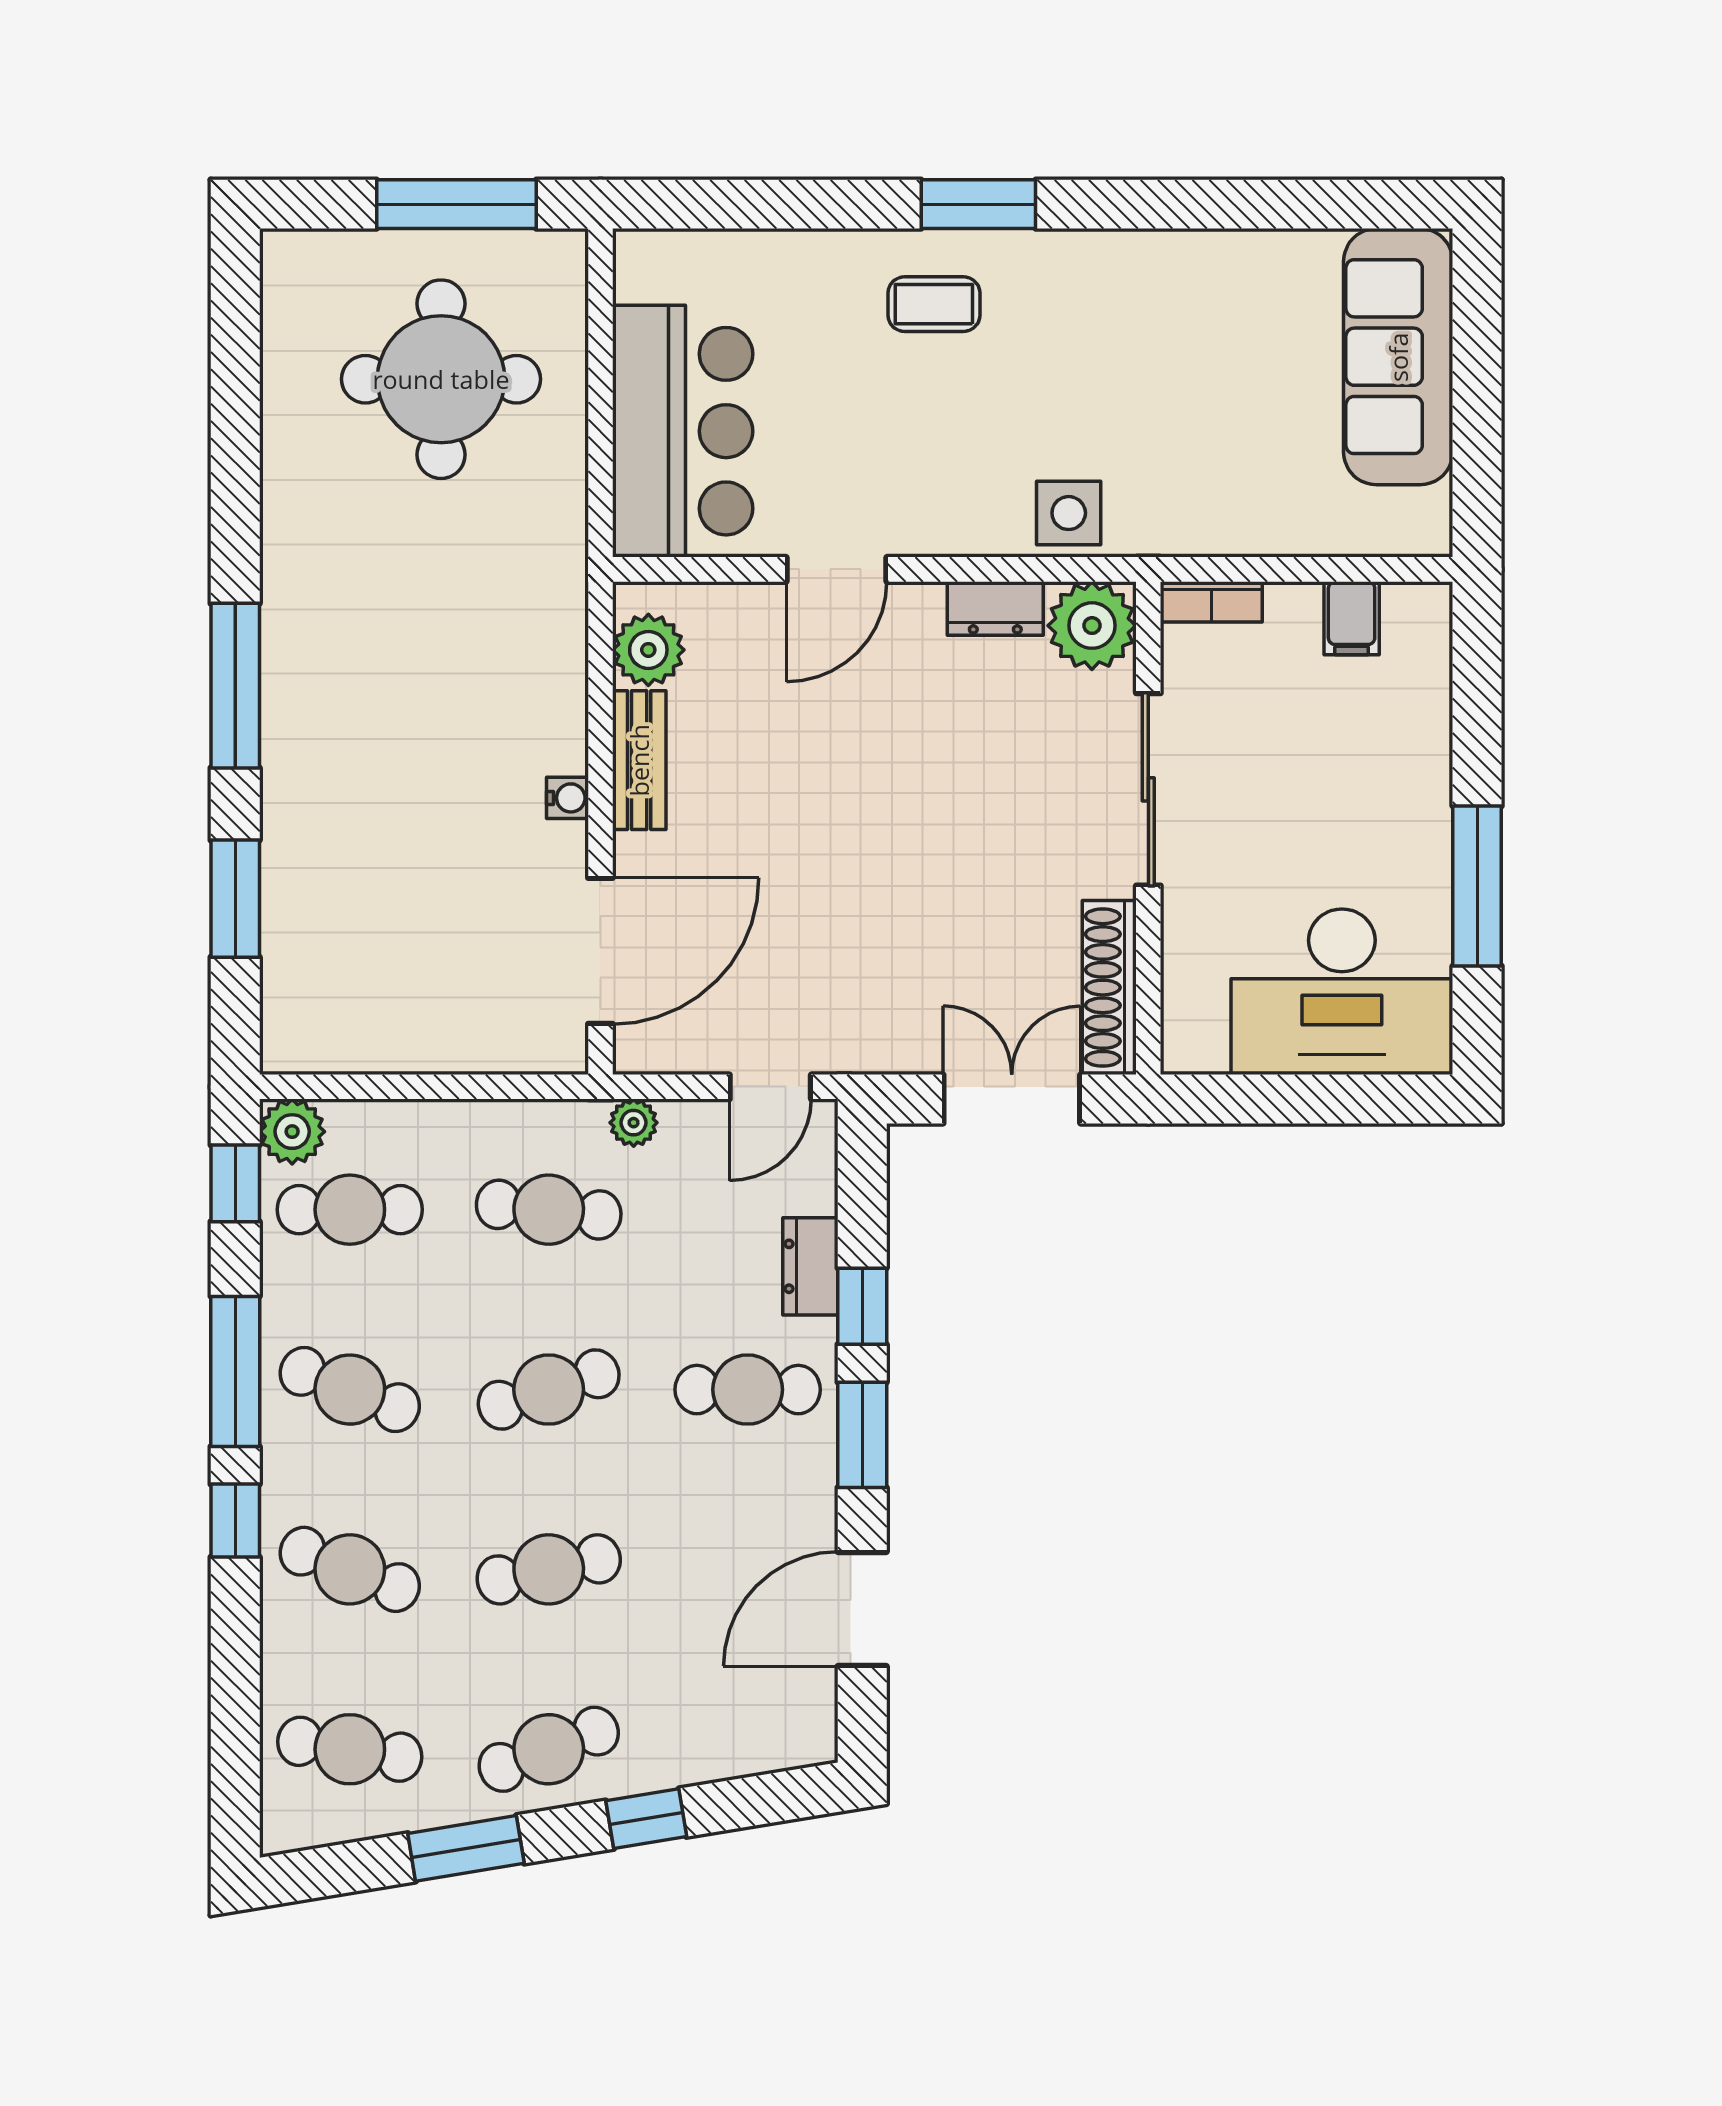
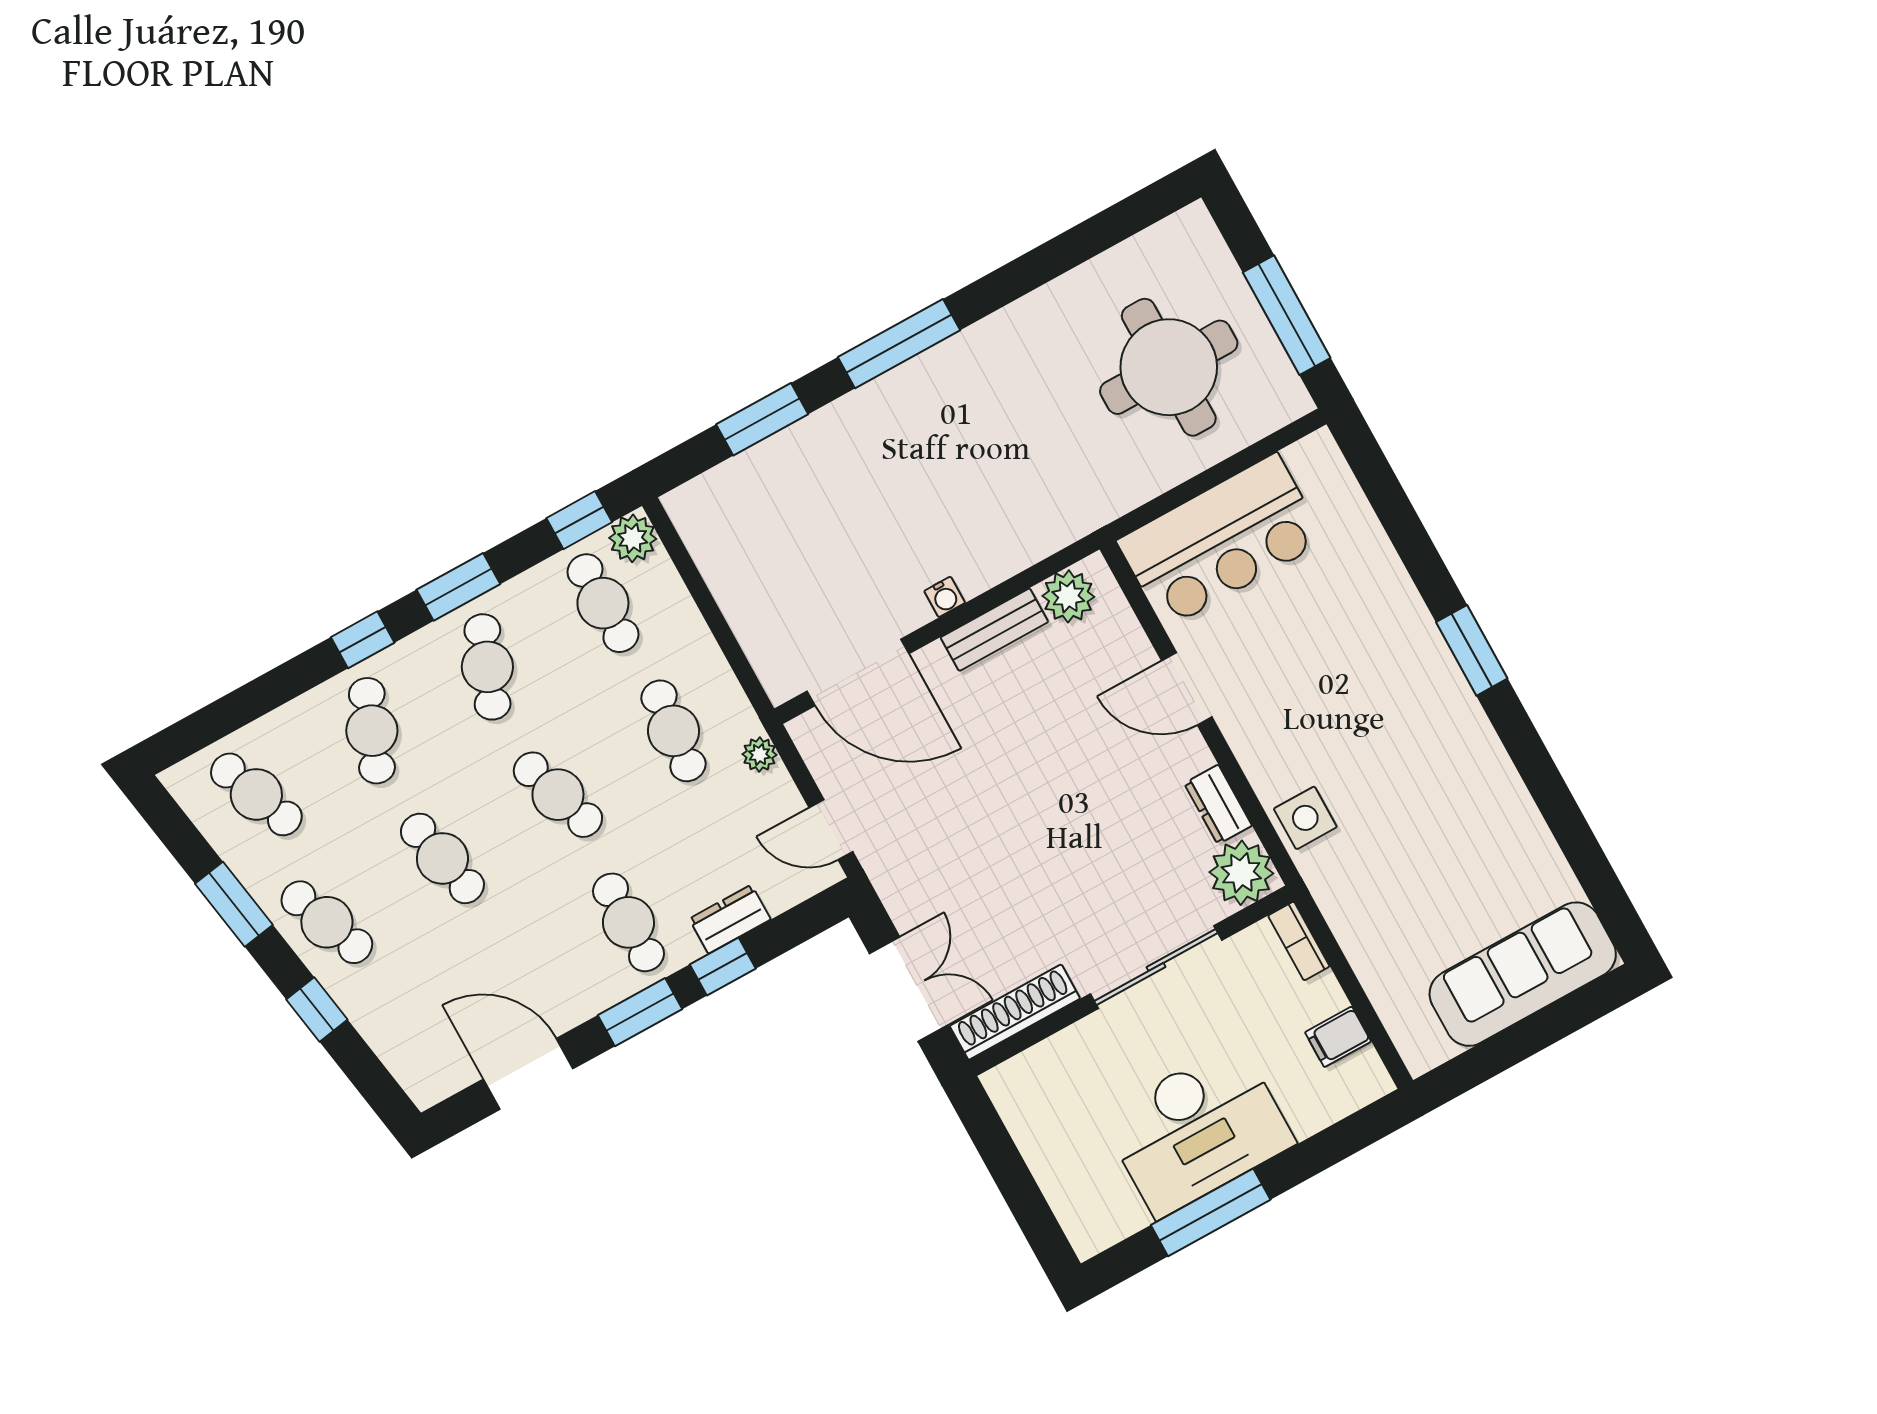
coffee table: (934, 304) -> (1392, 657), removed
desk: (1342, 992) -> (1198, 1130), moved, turned -90
window: (235, 1371) -> (458, 587), width x0.69
cafe table: (350, 1749) -> (256, 794), turned -30

